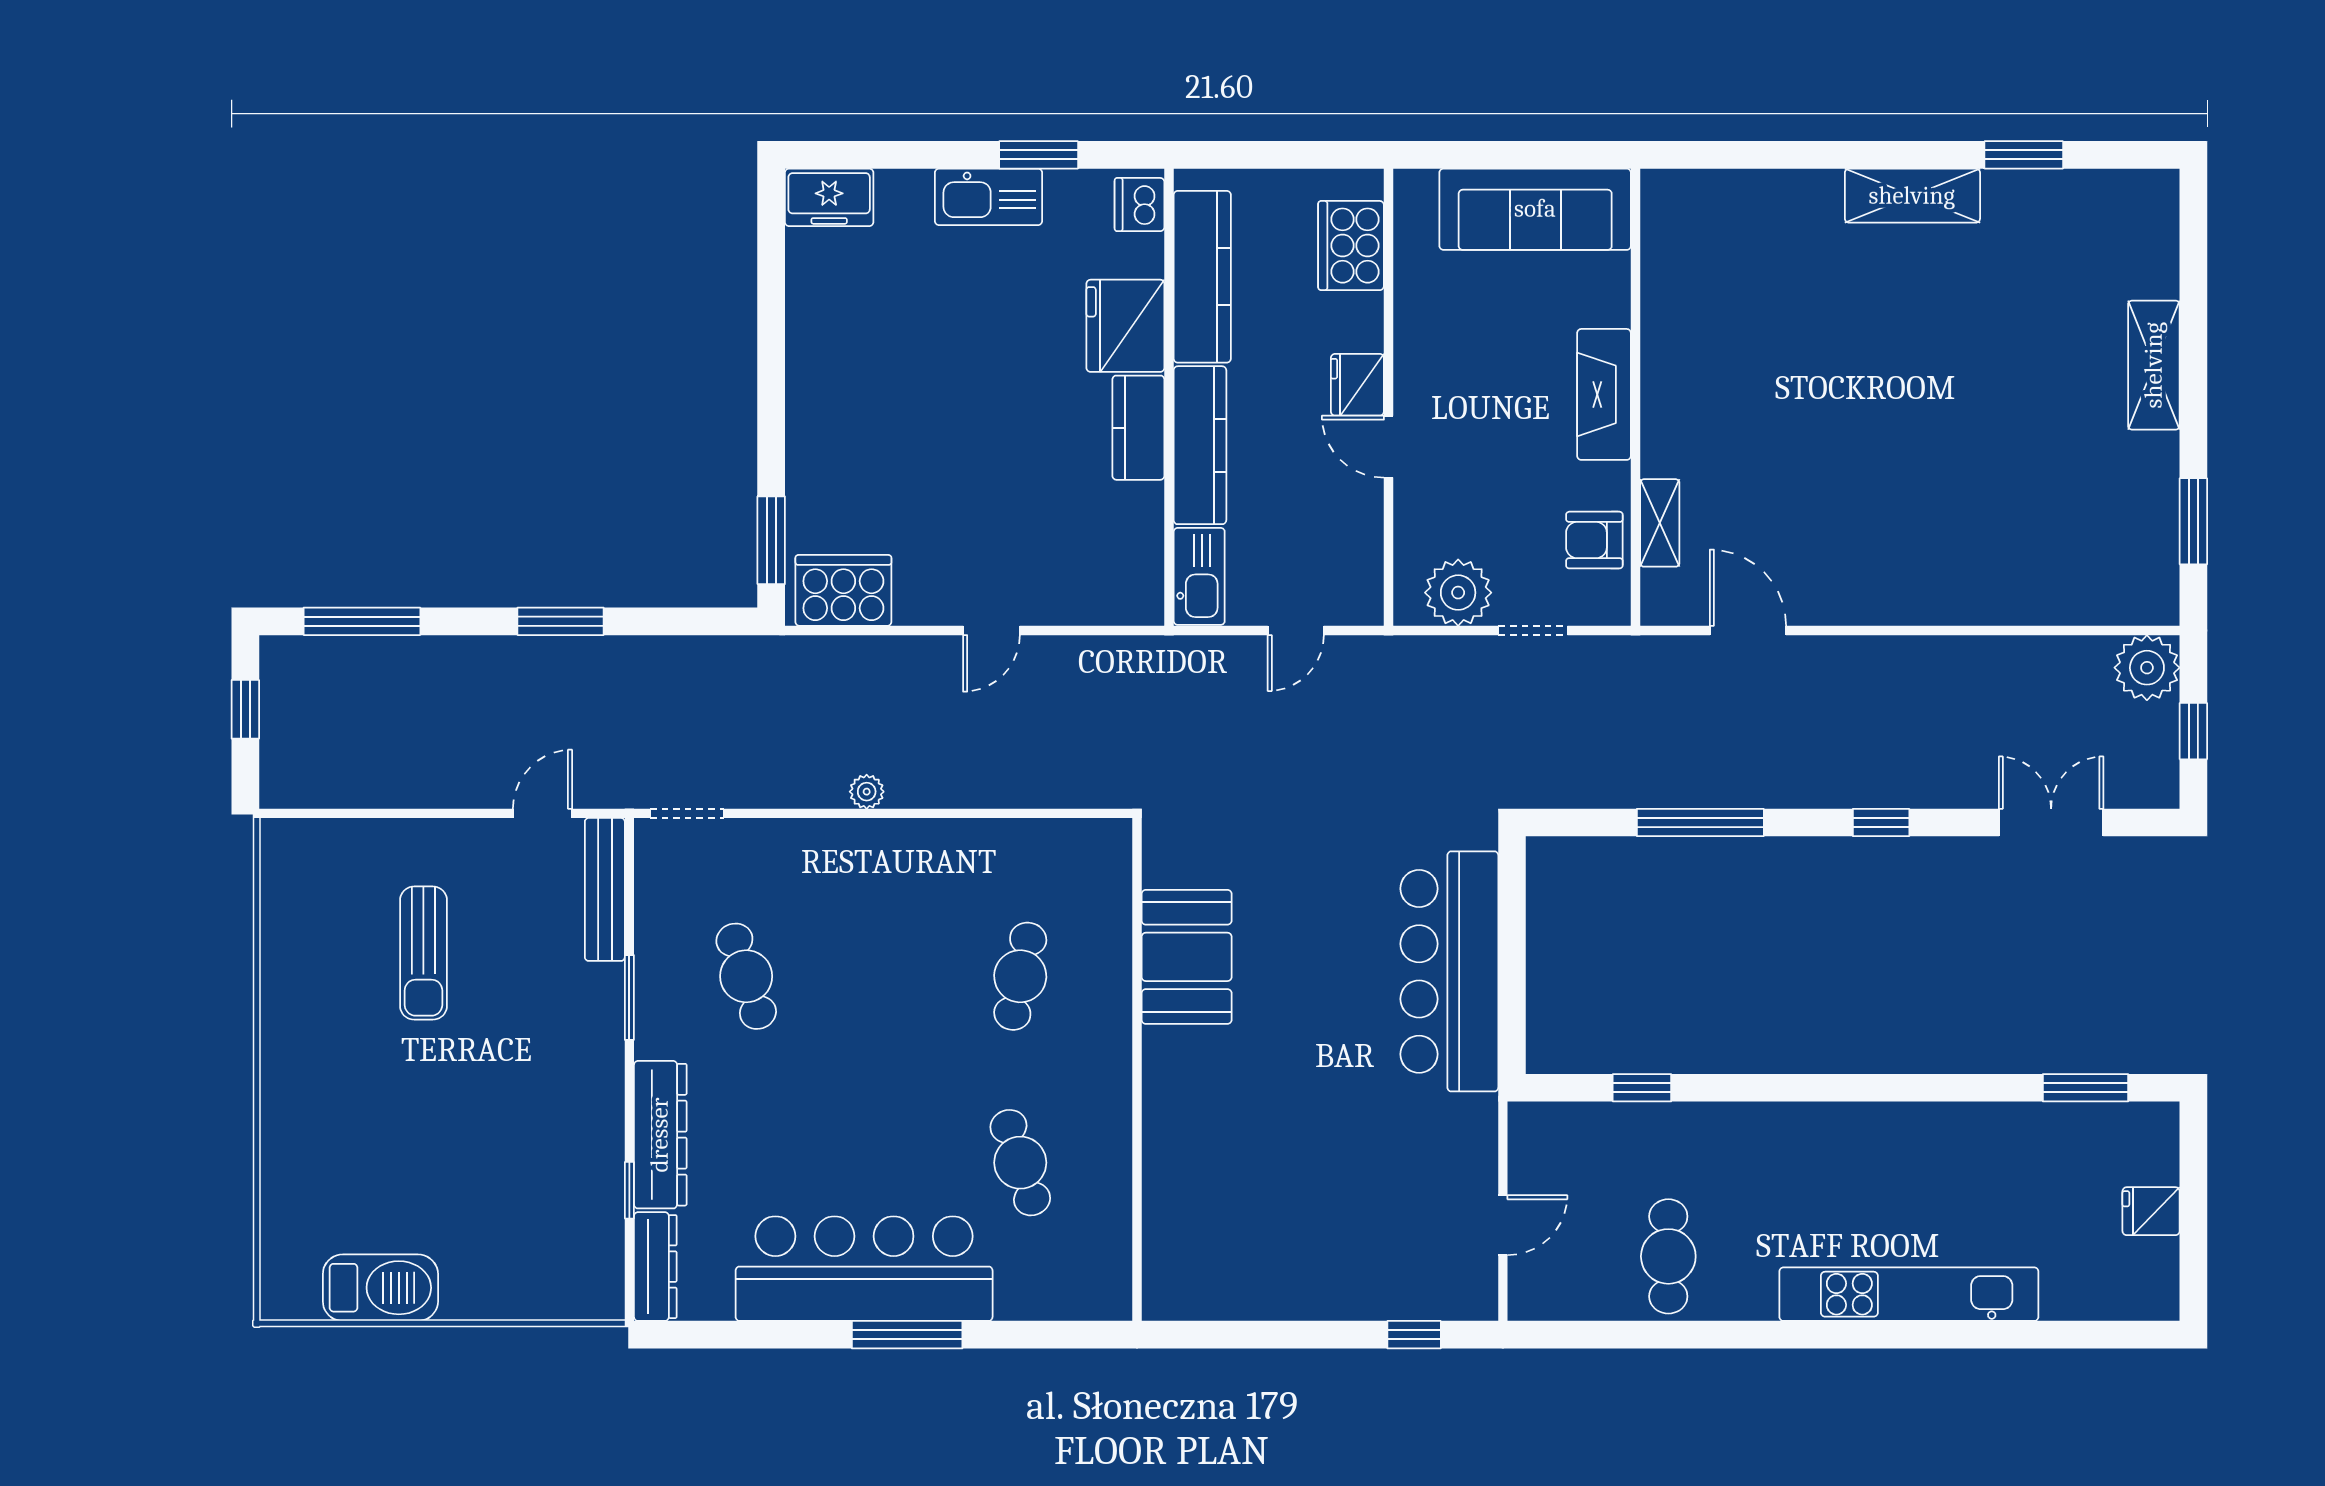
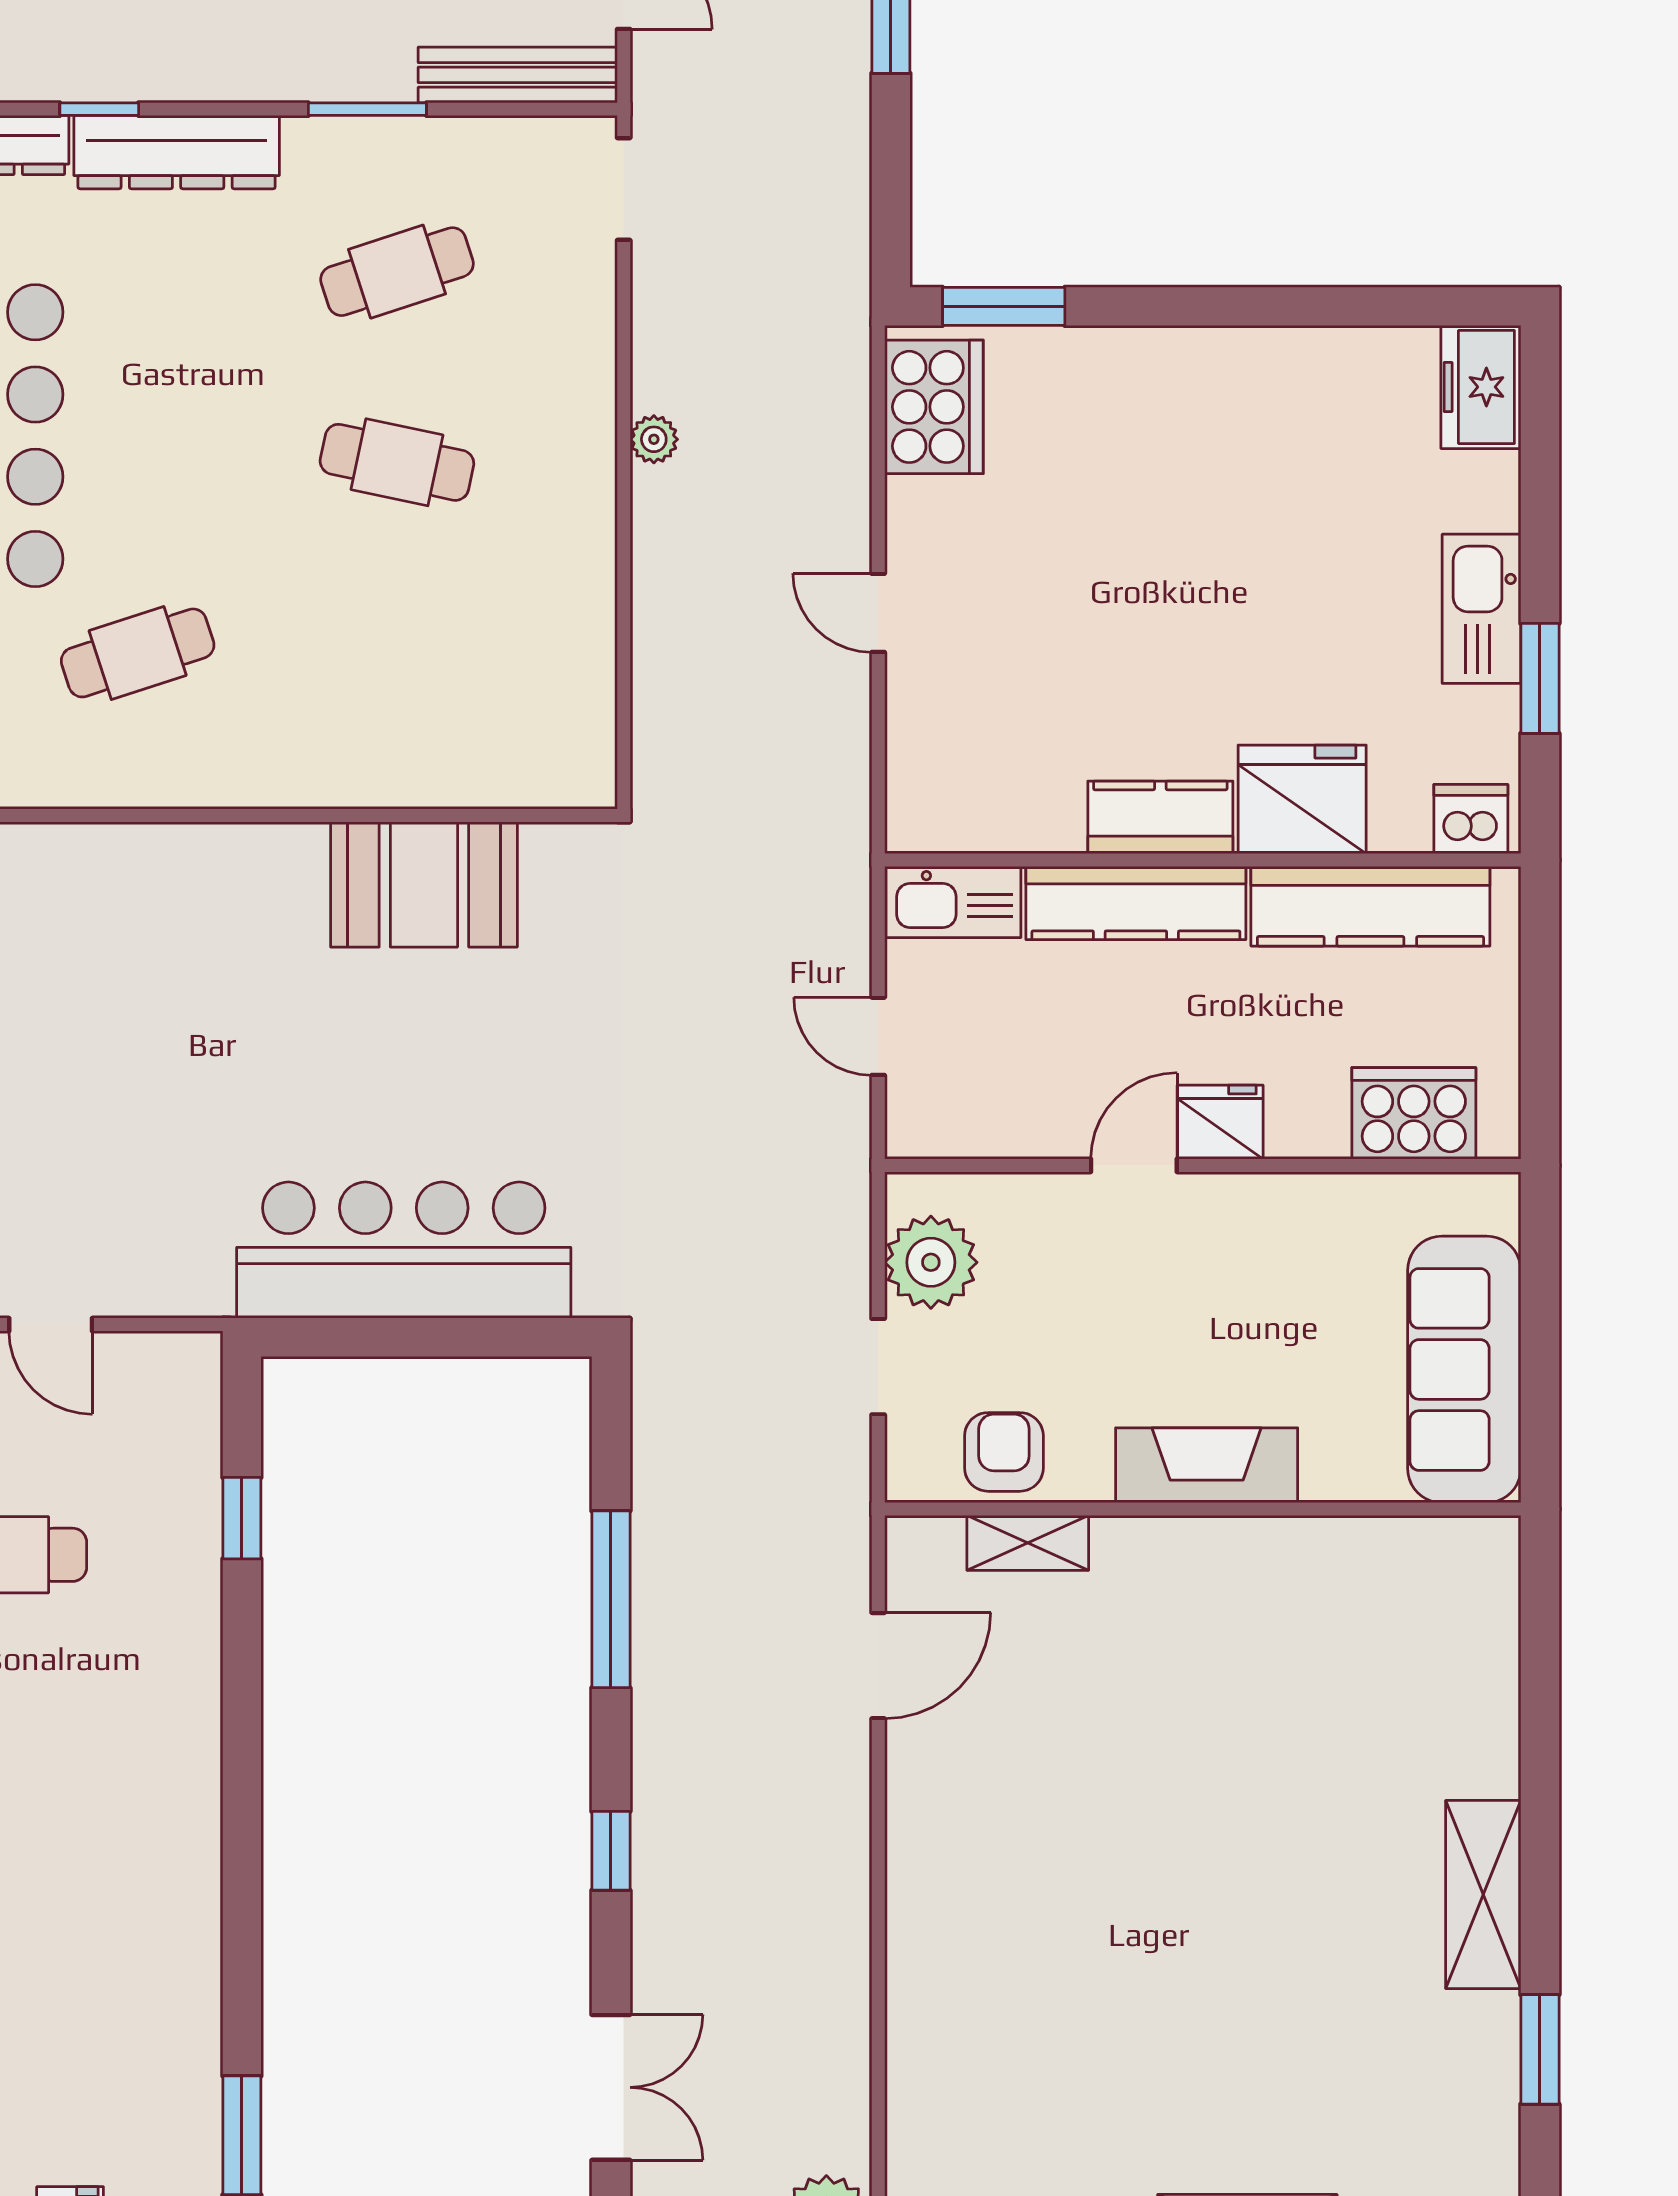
cafe table: (1020, 976) -> (397, 462), moved

